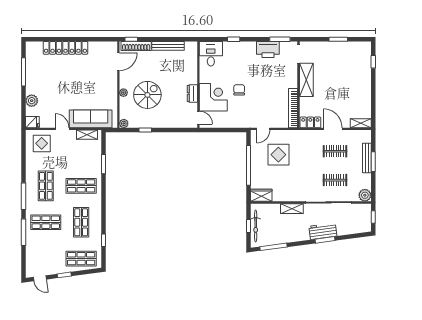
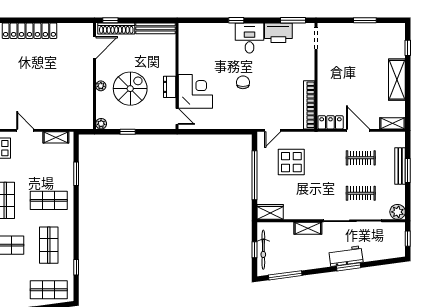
desk: (211, 54) -> (249, 38), moved
shelving: (306, 80) -> (397, 80), moved
wall: (198, 85) -> (177, 76), moved
dresser: (192, 94) -> (170, 87), moved
corner desk: (213, 97) -> (195, 91), moved
door: (198, 118) -> (177, 116), moved
sofa: (91, 119) -> (60, 118), removed

